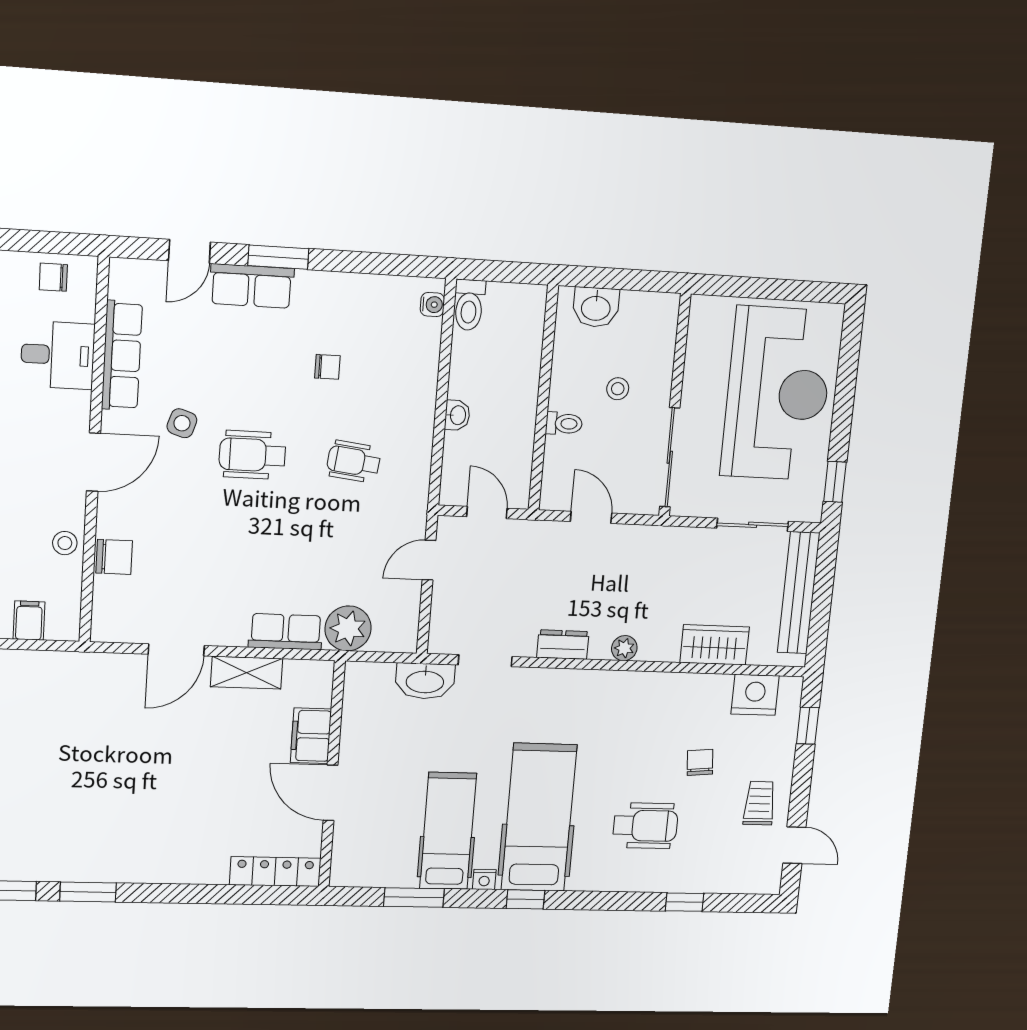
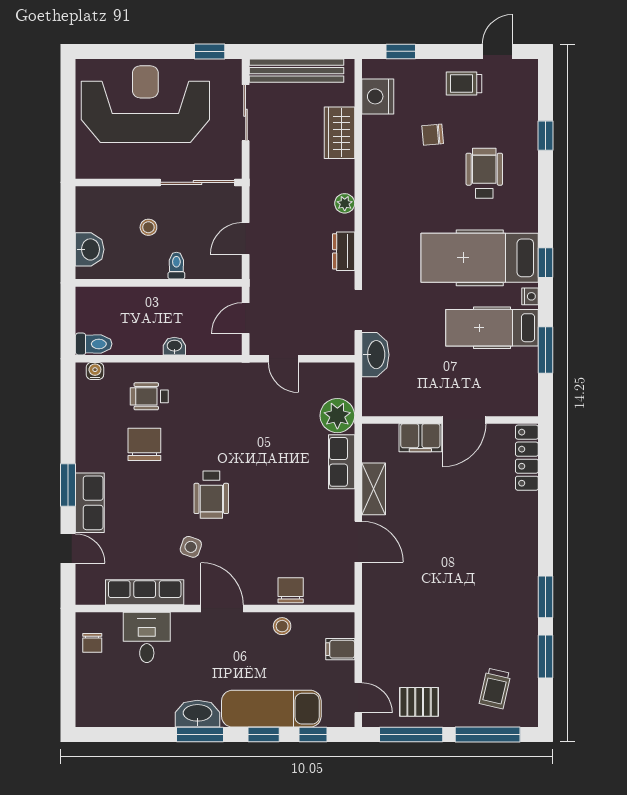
chair: (327, 367) -> (144, 444), width x1.87, depth x1.87
wheelchair: (354, 461) -> (149, 396), moved, turned 83

